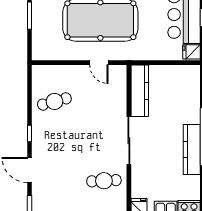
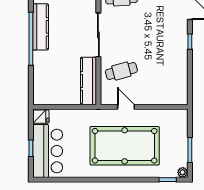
cafe table: (54, 101) -> (121, 71), moved

